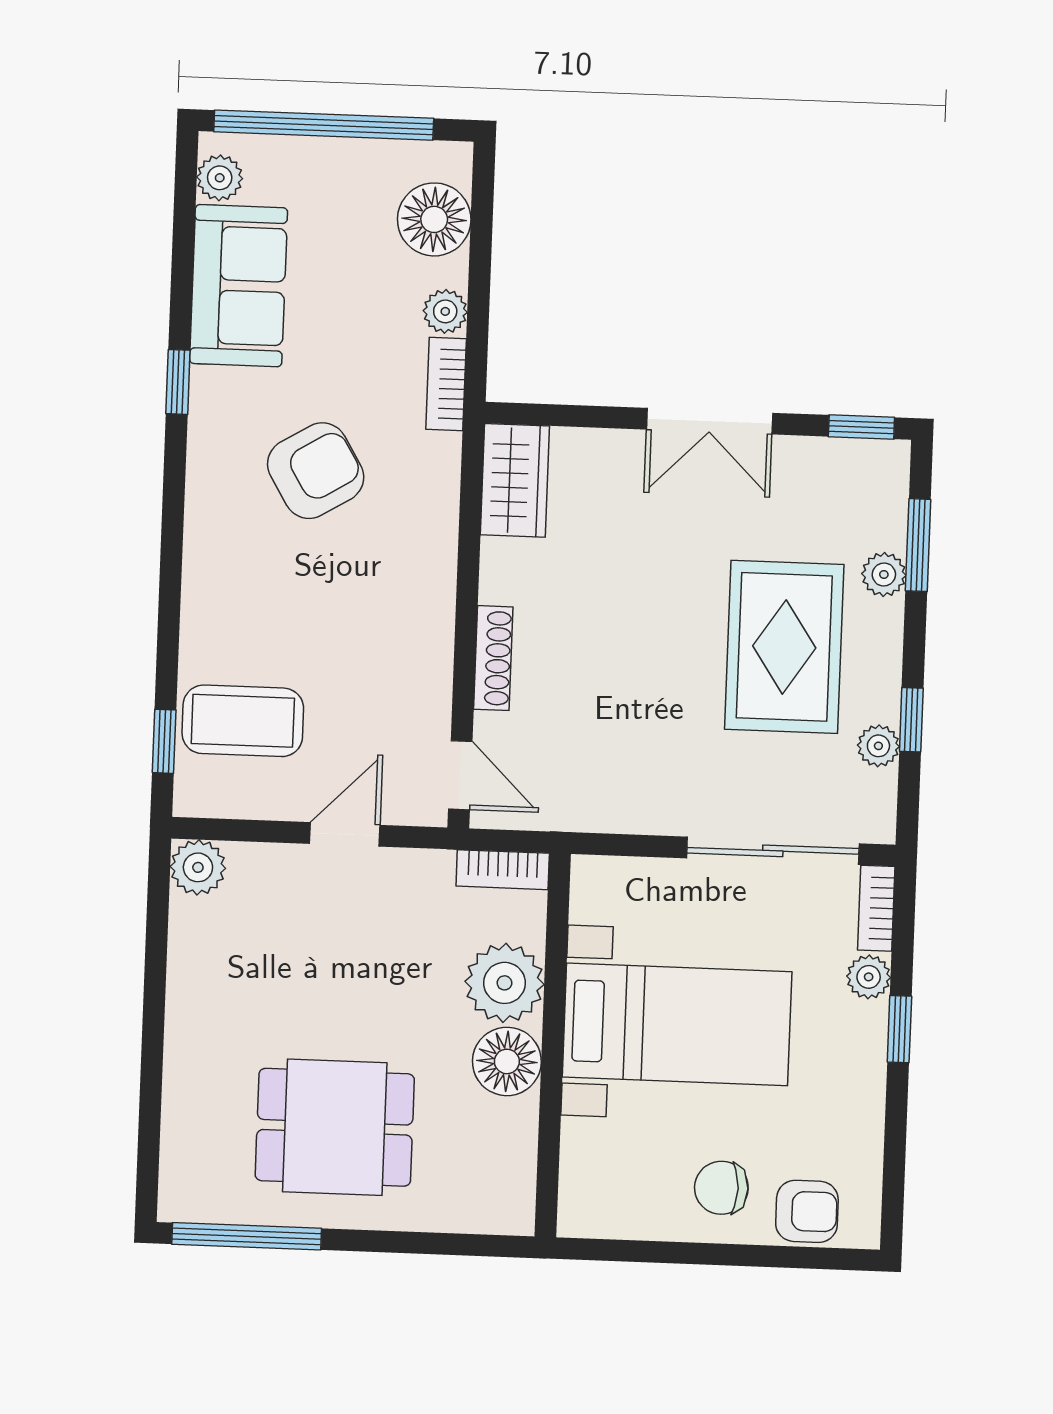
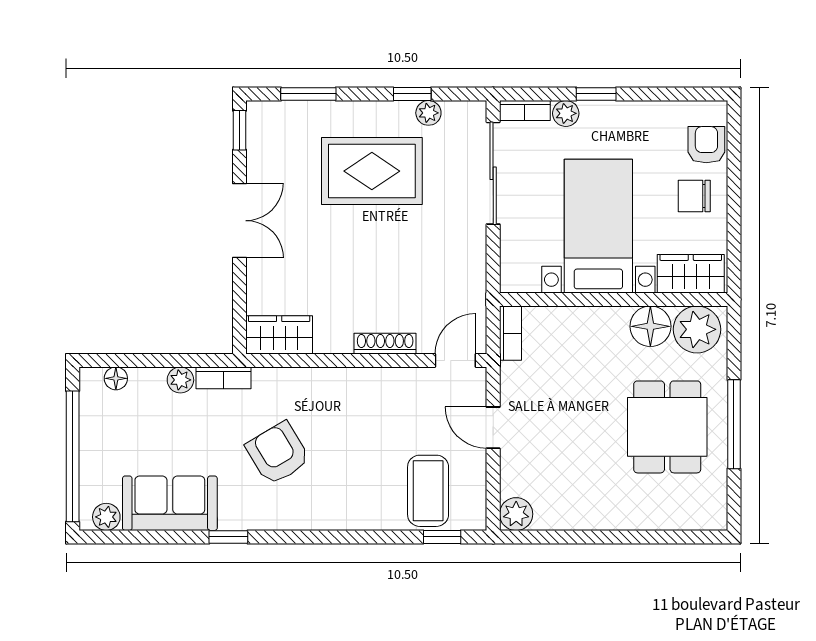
floor lamp: (434, 219) -> (116, 378), width x0.53, depth x0.53
plant: (884, 574) -> (327, 114), removed
plant: (504, 983) -> (697, 329), moved
floor lamp: (507, 1061) -> (650, 326), moved
wardrobe: (591, 1177) -> (691, 274), added
chair: (721, 1188) -> (694, 196), turned 90
window: (247, 1236) -> (734, 424), moved

